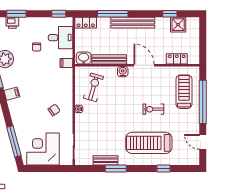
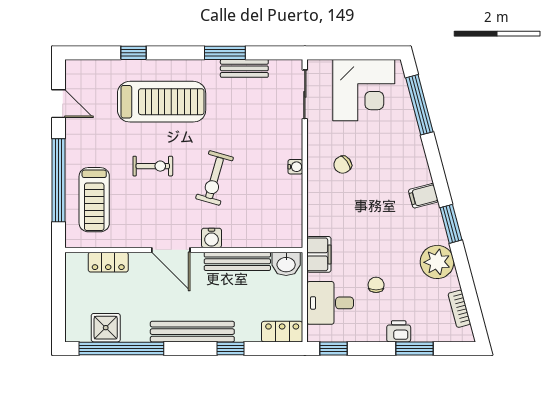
window: (113, 14) -> (230, 348), width x0.46
window: (170, 14) -> (121, 348), width x3.17
printer: (12, 23) -> (399, 331), moved
filing cabinet: (66, 63) -> (319, 254), width x2.00
exercise bike: (93, 87) -> (215, 178), moved

